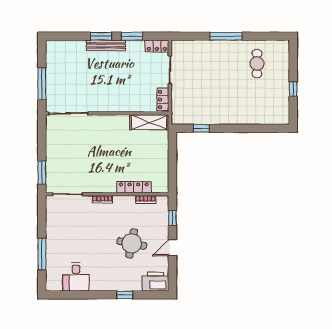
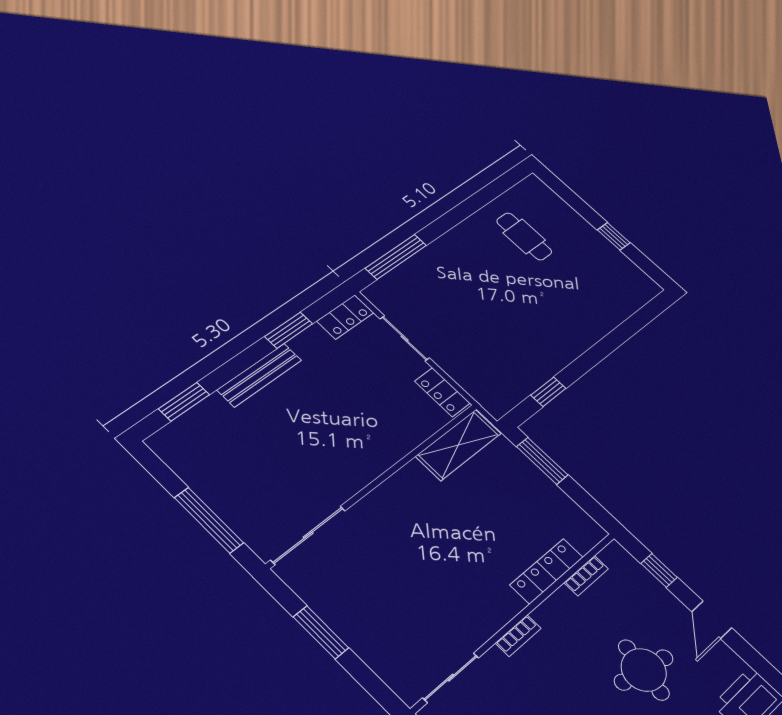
window: (101, 36) -> (184, 402), moved
window: (226, 36) -> (396, 257), moved
window: (172, 150) -> (542, 461), added
window: (42, 172) -> (321, 632), moved

